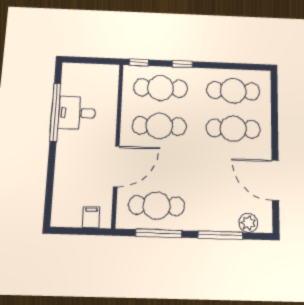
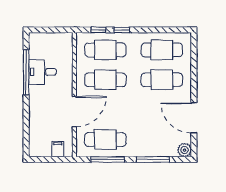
window: (139, 62) -> (99, 30), moved
plant: (248, 223) -> (184, 150), moved

